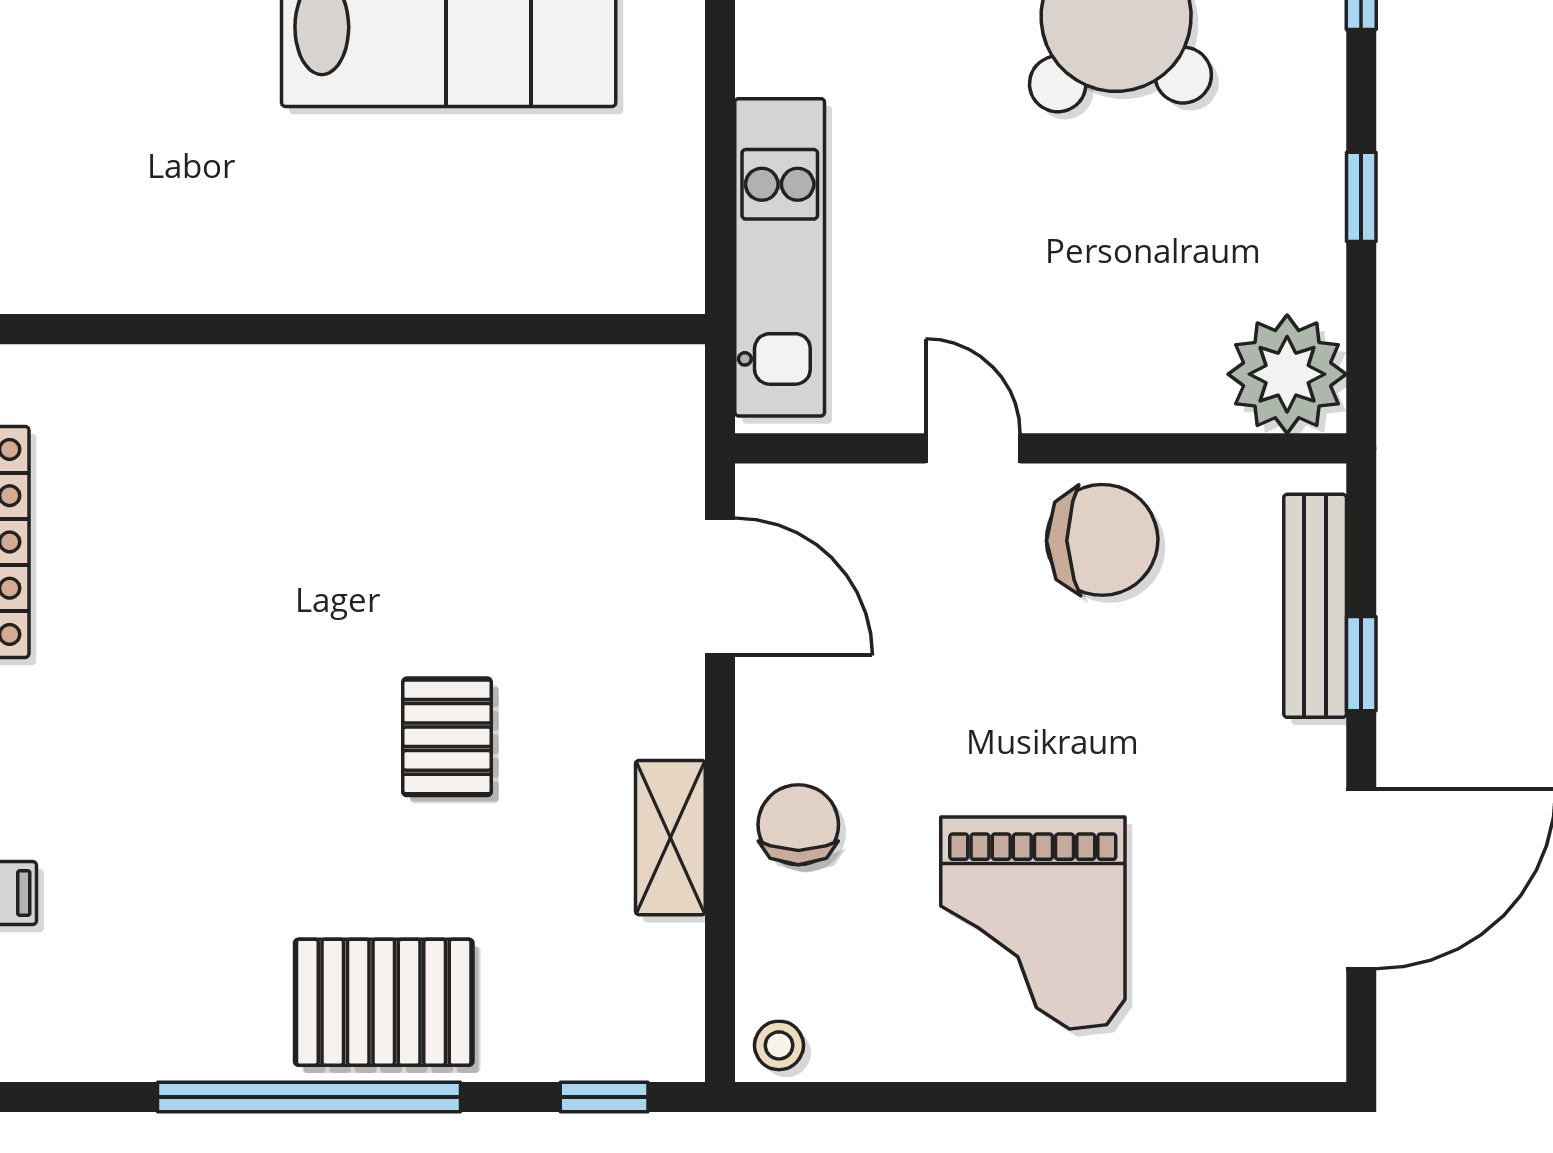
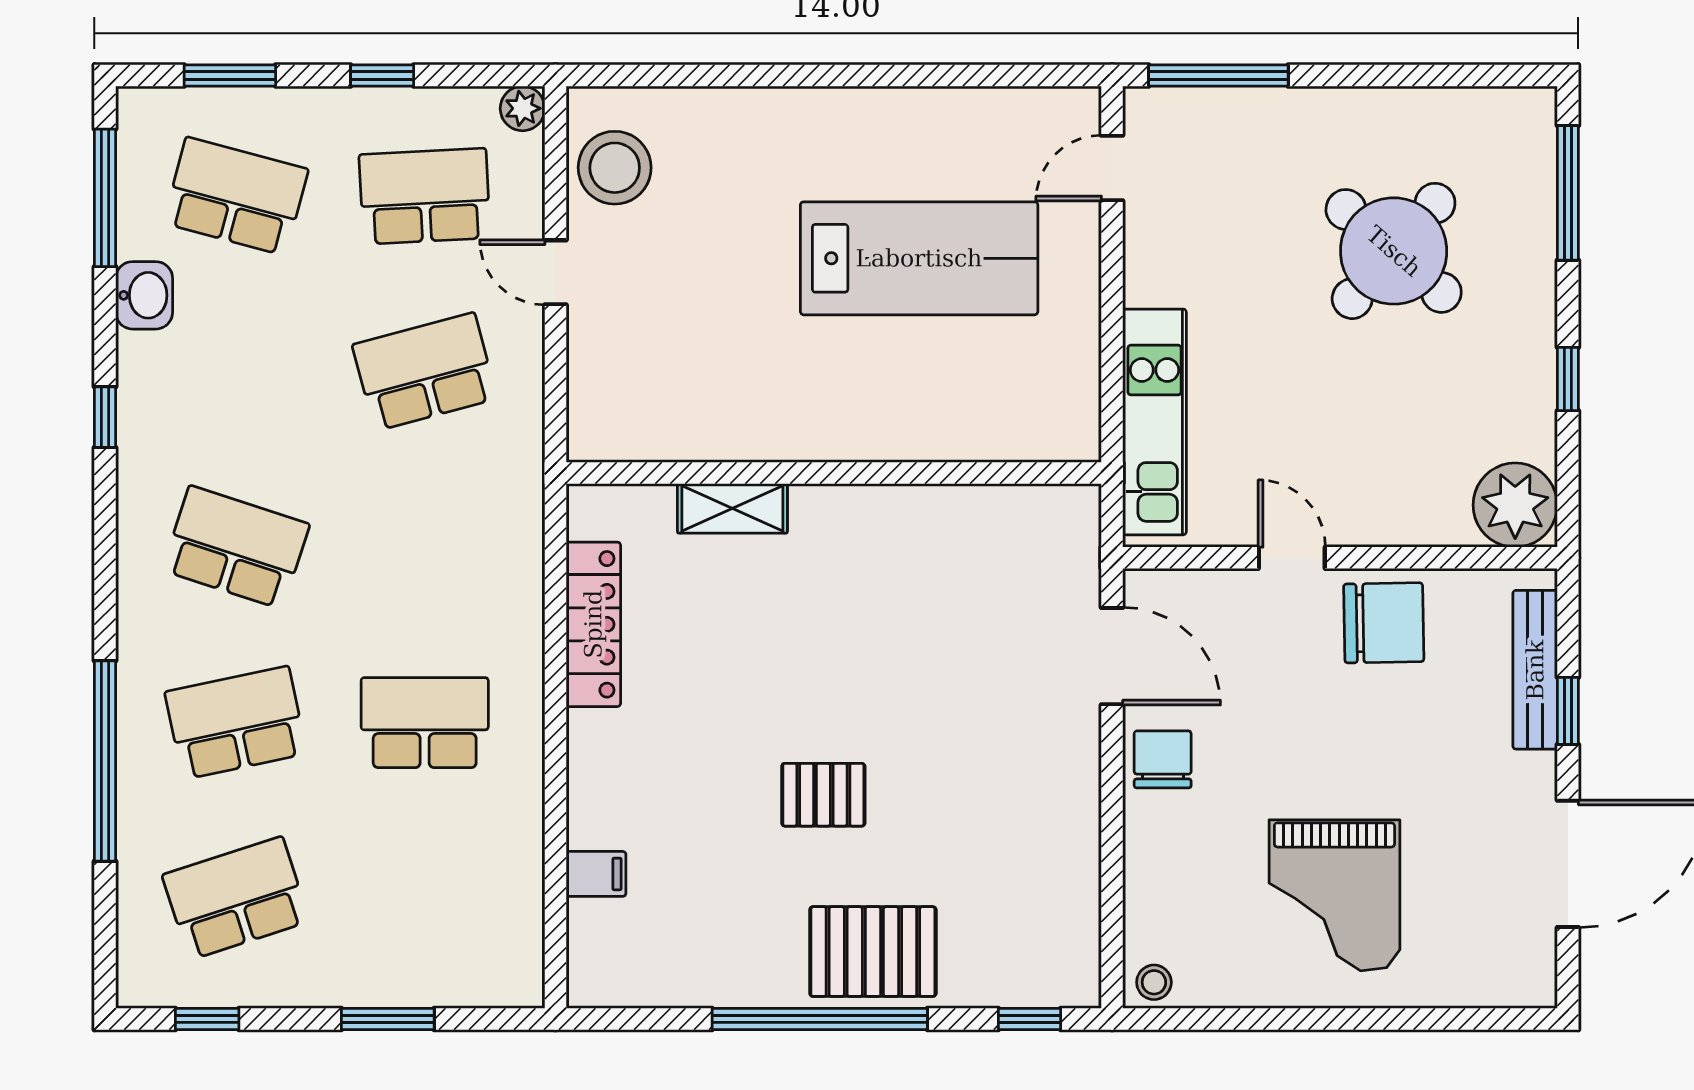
pallet: (447, 737) -> (823, 795), moved, turned 90
chair: (798, 825) -> (1163, 759), moved
shelving: (670, 838) -> (732, 508), moved, turned 90

